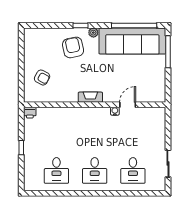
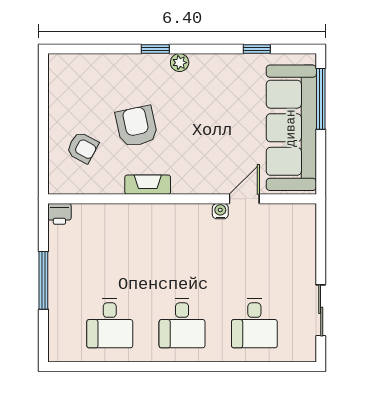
window: (134, 25) -> (257, 49), width x0.32
sofa: (132, 41) -> (291, 128), moved, turned 90
armchair: (73, 47) -> (137, 126), moved
fireplace: (90, 97) -> (148, 185), moved
window: (21, 148) -> (43, 280), width x2.17

